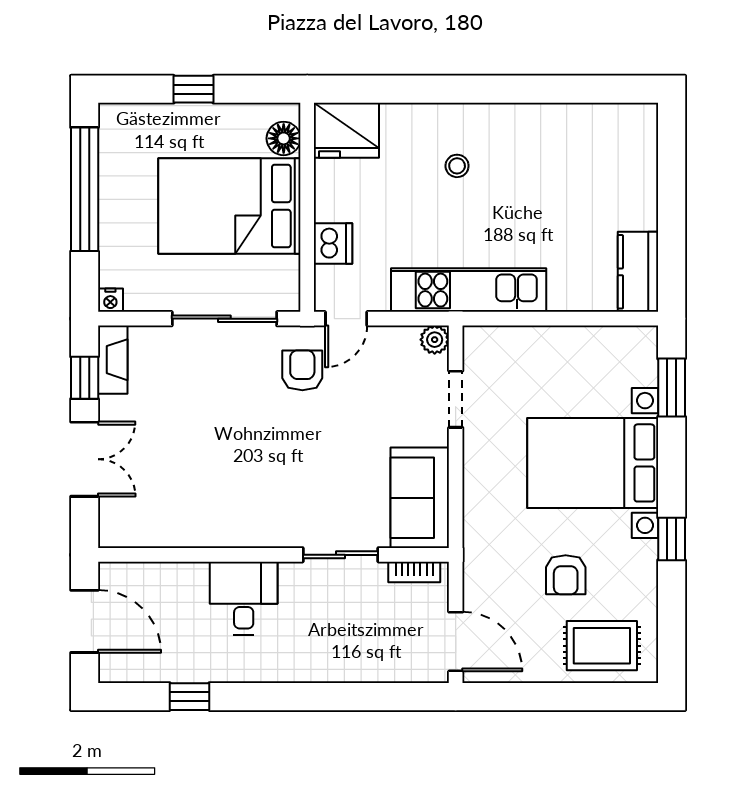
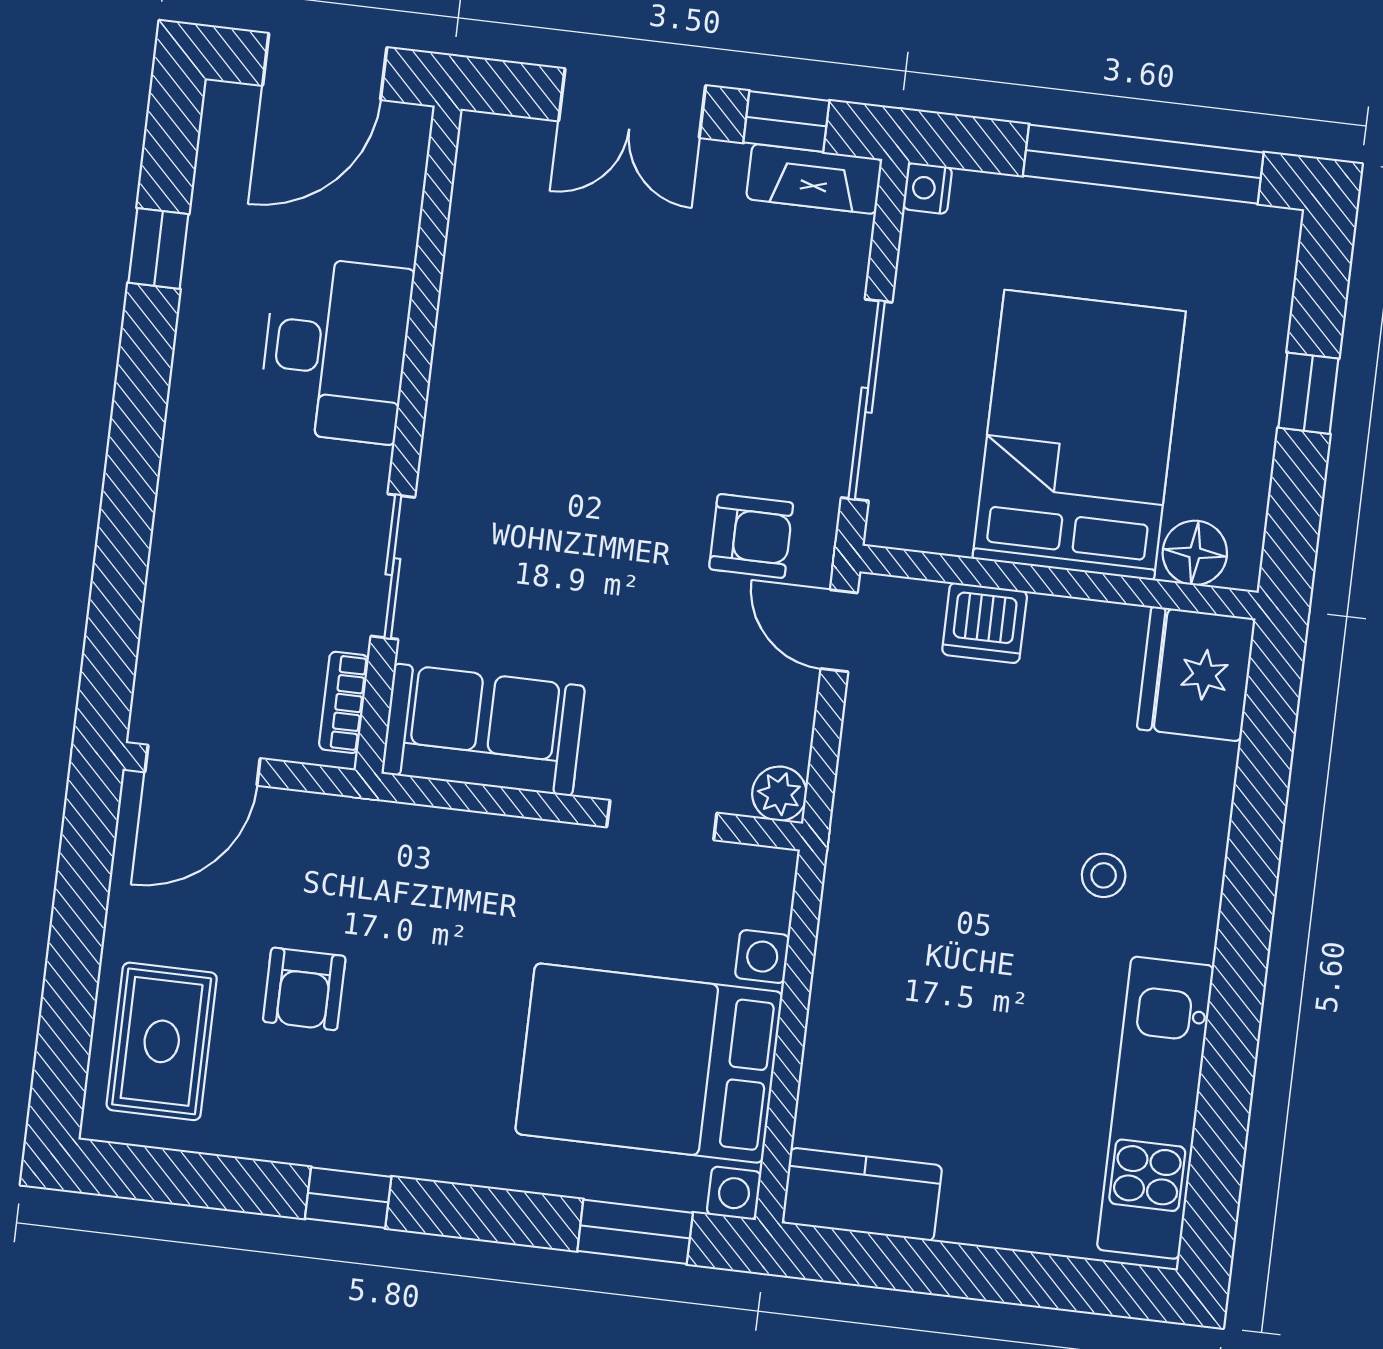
kitchen unit: (469, 290) -> (1155, 1108), moved, turned 180
bed with nightstands: (593, 463) -> (649, 1063), moved, turned -90
armchair: (566, 575) -> (304, 989), turned -90
desk: (244, 598) -> (336, 349), width x1.37

